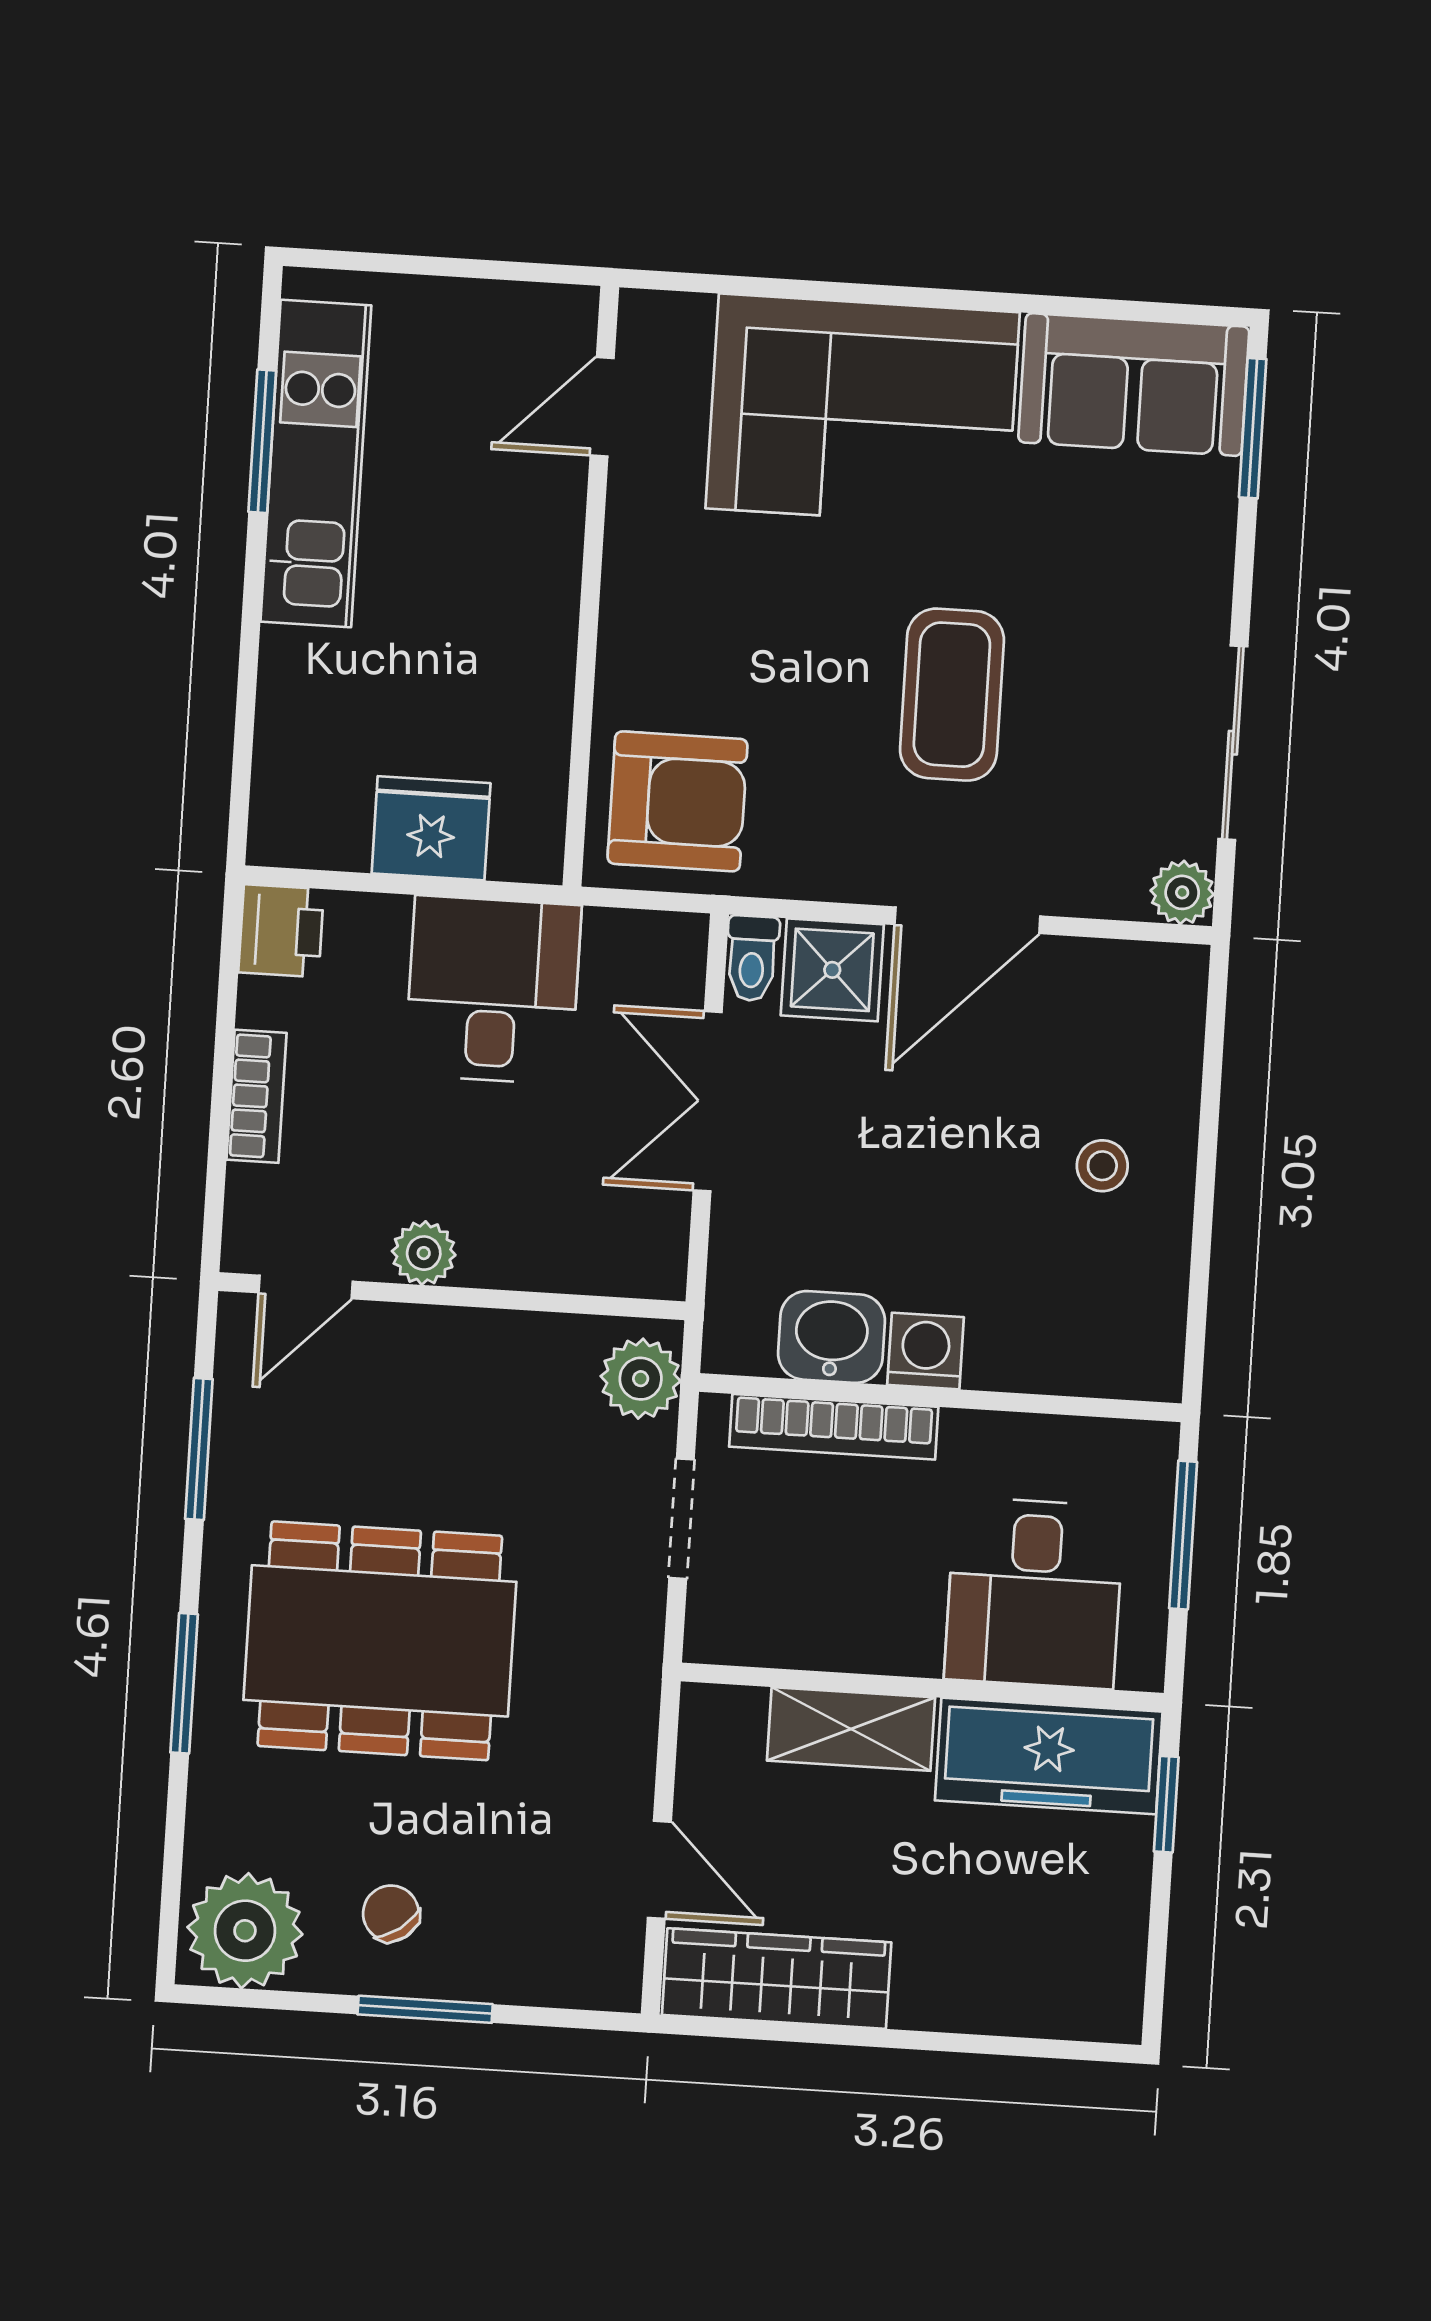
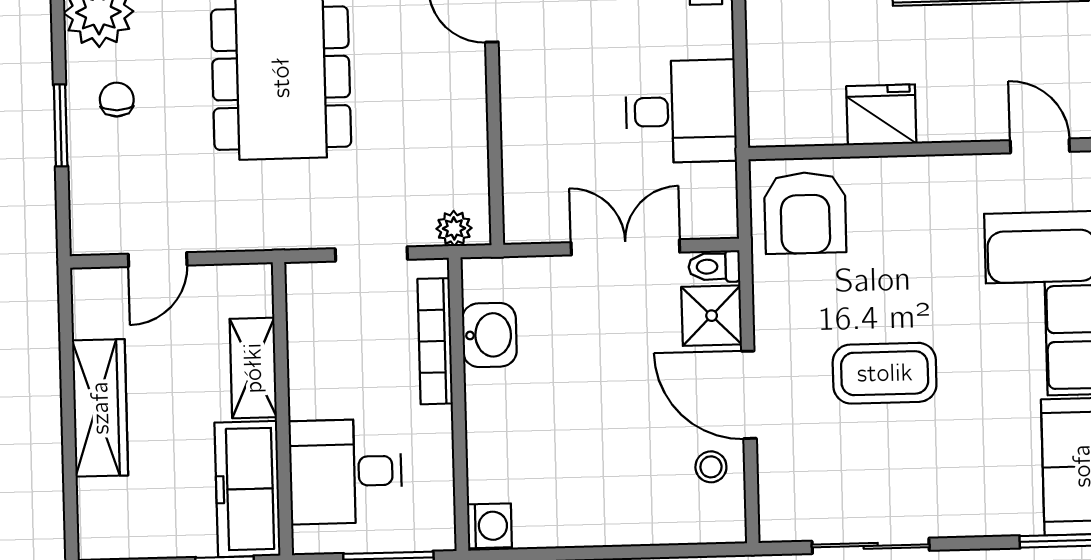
fridge: (431, 828) -> (881, 115), moved, turned -90
plant: (1182, 892) -> (777, 523), removed
stool: (1102, 1166) -> (711, 467), moved
plant: (424, 1253) -> (518, 84), removed
washing machine: (926, 1351) -> (489, 526), moved
plant: (641, 1379) -> (454, 228), width x0.73, depth x0.73
chair: (391, 1913) -> (117, 100), turned -54
wardrobe: (777, 1979) -> (100, 408), moved

